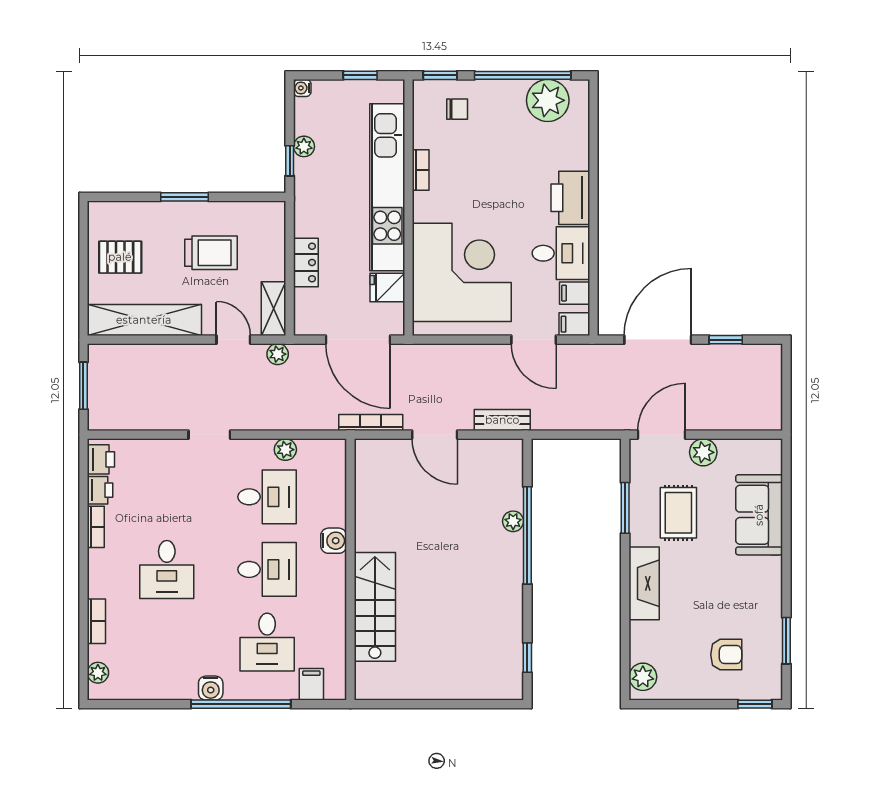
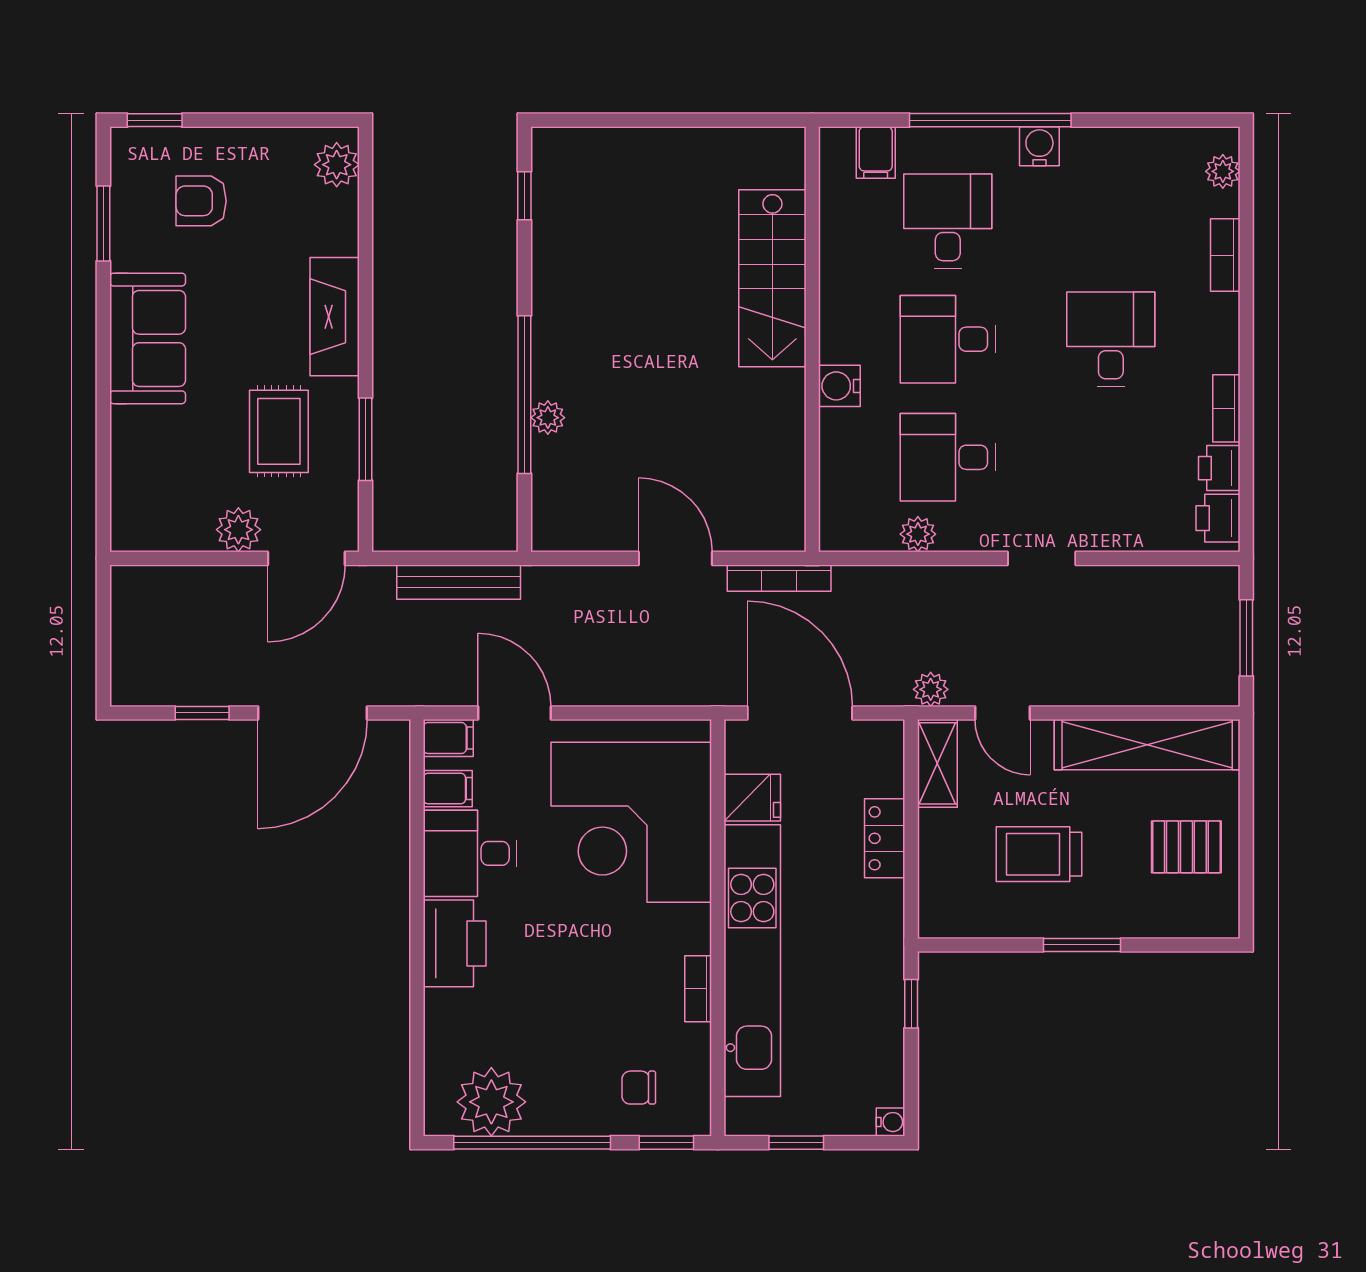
plant: (304, 146) -> (888, 1027), removed
bench: (502, 420) -> (459, 582), moved, width x1.36
sofa: (759, 515) -> (148, 338), moved

